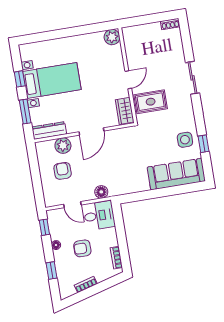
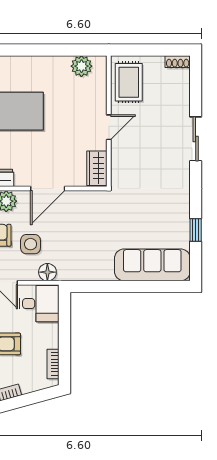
plant: (112, 37) -> (81, 66), moved
rug: (151, 102) -> (129, 82), moved, turned 90
side table: (185, 140) -> (31, 244), moved

